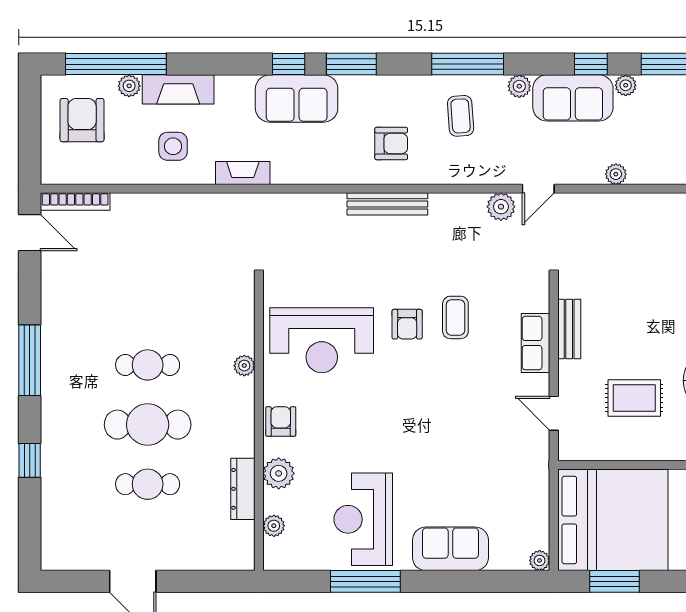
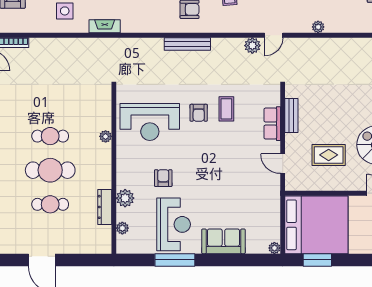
armchair: (281, 422) -> (163, 178), moved
reception desk: (363, 519) -> (174, 224), turned 180

